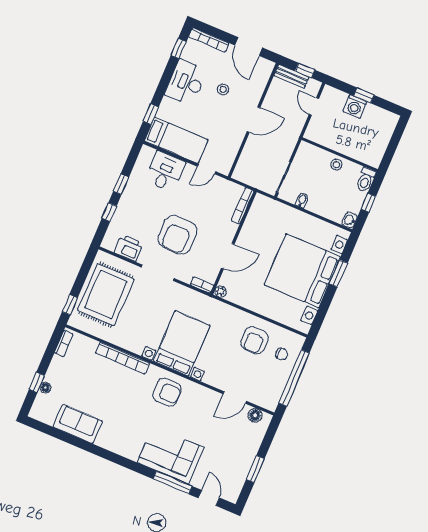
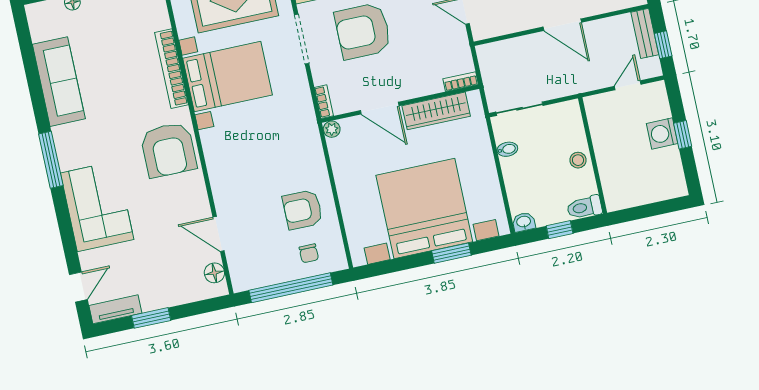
bookcase: (243, 206) -> (461, 82), width x0.64
wardrobe: (252, 225) -> (436, 111), added
bed with nightstands: (182, 343) -> (228, 77), moved
armchair: (167, 392) -> (168, 150), width x1.36, depth x1.36
sofa: (78, 424) -> (59, 82), width x1.36
window: (173, 483) -> (51, 160), moved
tv unit: (236, 486) -> (115, 309), added

